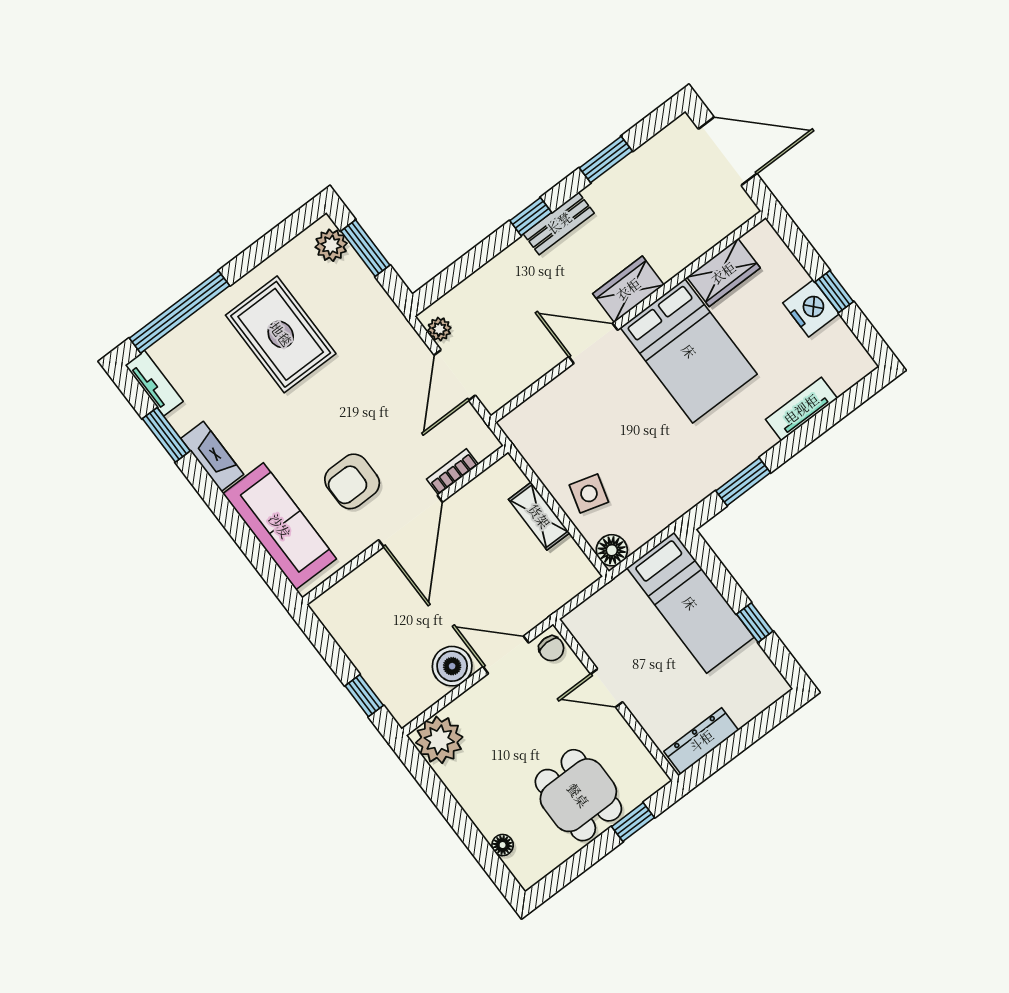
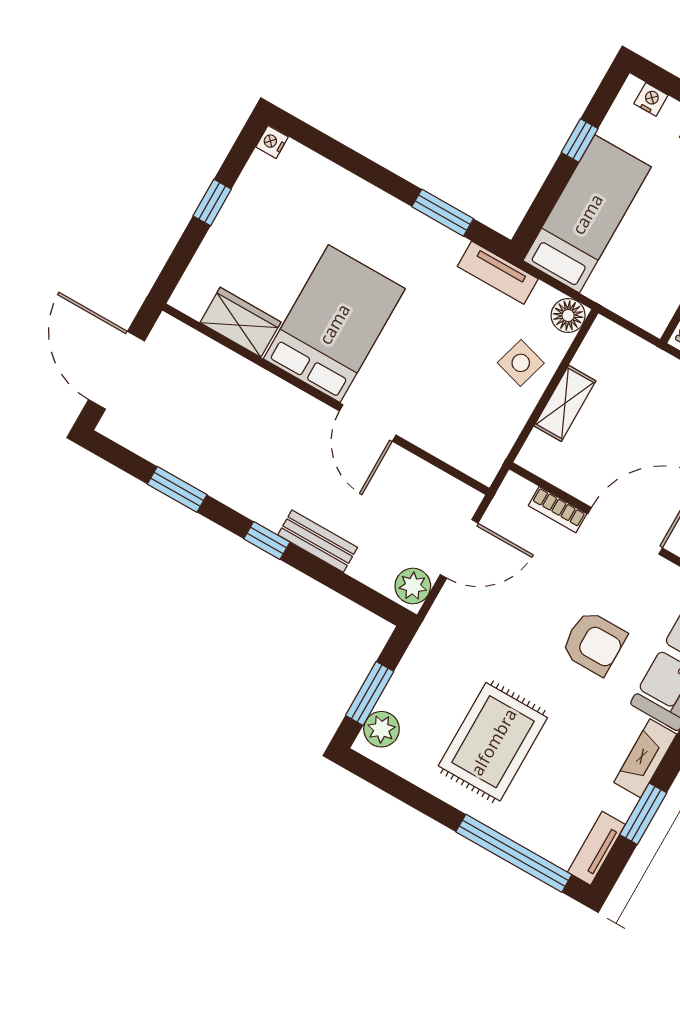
bench: (559, 223) -> (318, 541), moved
wardrobe: (628, 289) -> (298, 411), removed
nightstand: (811, 308) -> (272, 142), moved, width x0.53, depth x0.56
plant: (439, 329) -> (413, 586), width x1.38, depth x1.38
tv unit: (801, 409) -> (498, 273), moved
armchair: (352, 481) -> (594, 643), moved
nightstand: (764, 697) -> (651, 99), added

